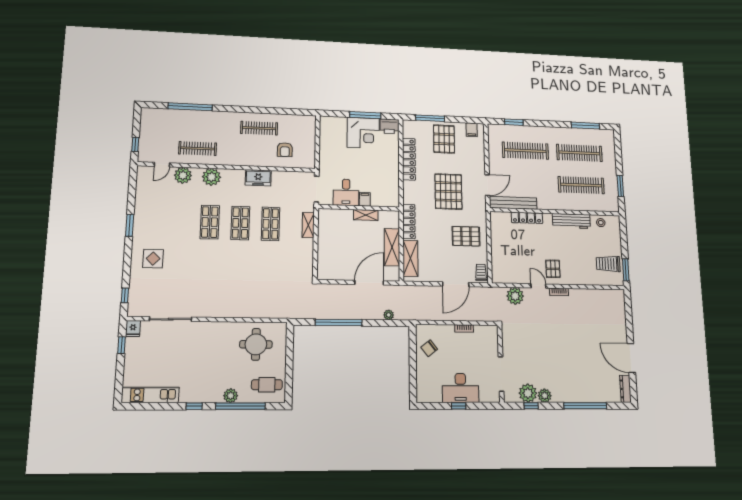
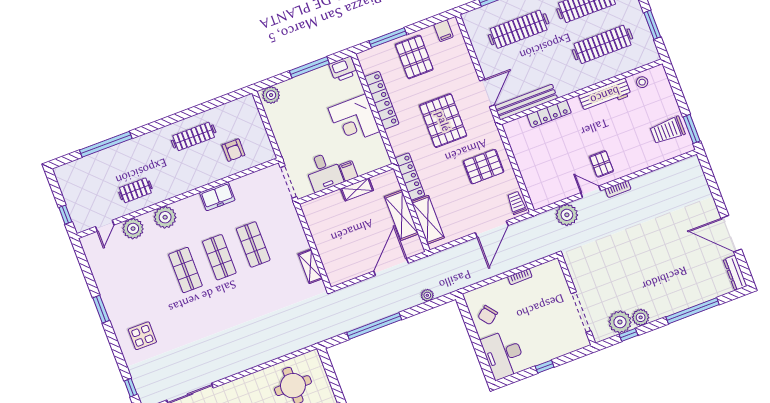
plant: (329, 123) -> (271, 95), added
corner desk: (363, 133) -> (354, 120), moved, turned 90
clothes rail: (198, 148) -> (135, 190), width x0.73
shelving: (308, 225) -> (310, 266), moved
desk: (460, 388) -> (504, 354), moved, turned 90

